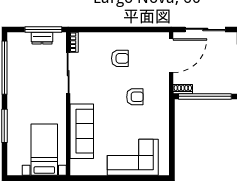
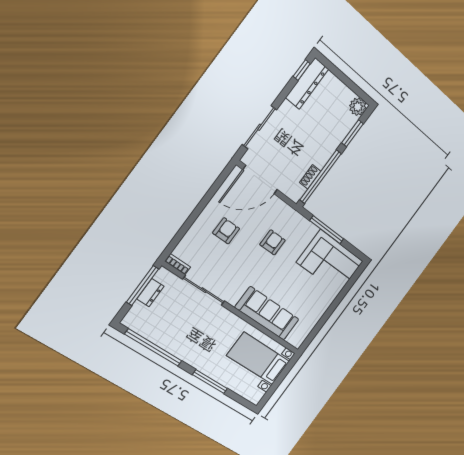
door: (171, 56) -> (260, 180), swing flipped
shoe rack: (183, 89) -> (310, 177), moved
window: (172, 130) -> (327, 230), added
corner sofa: (133, 157) -> (330, 262), moved, turned -90

